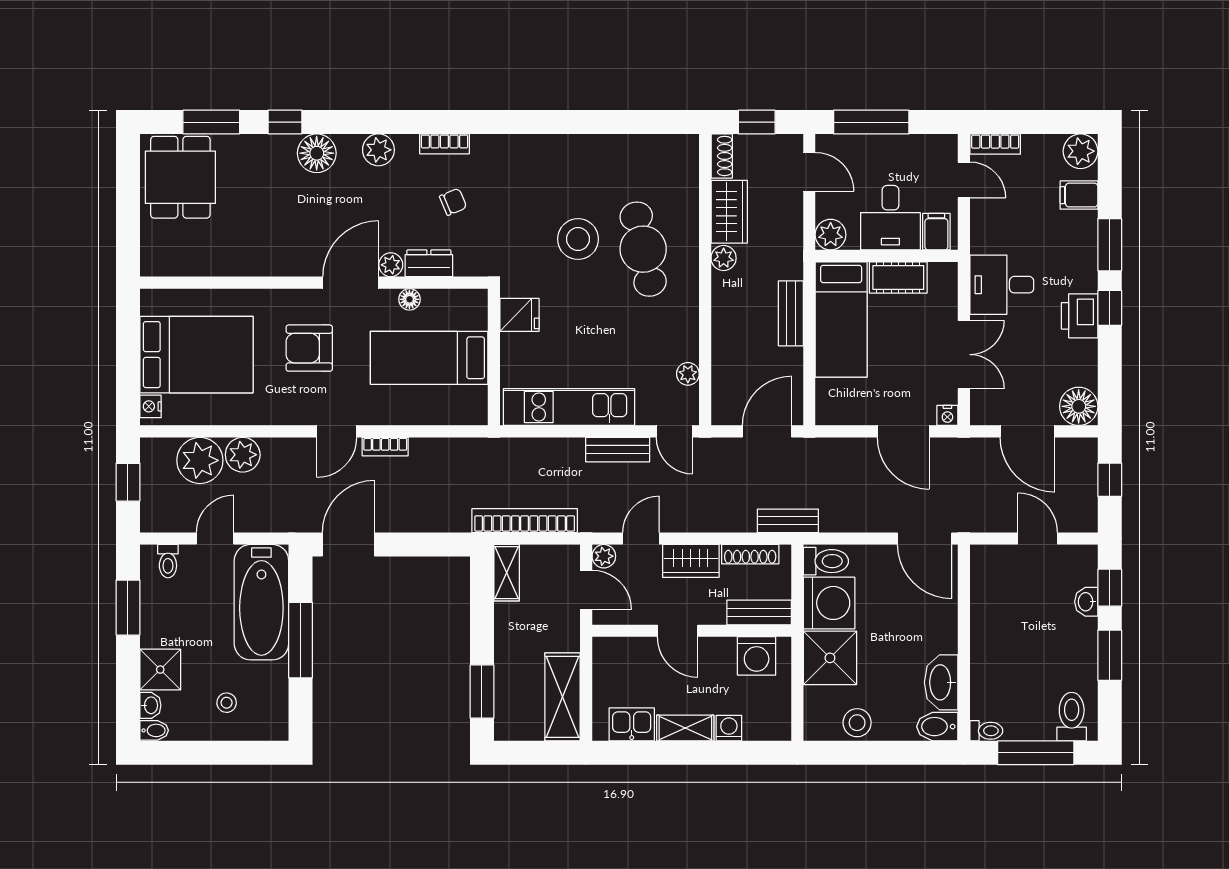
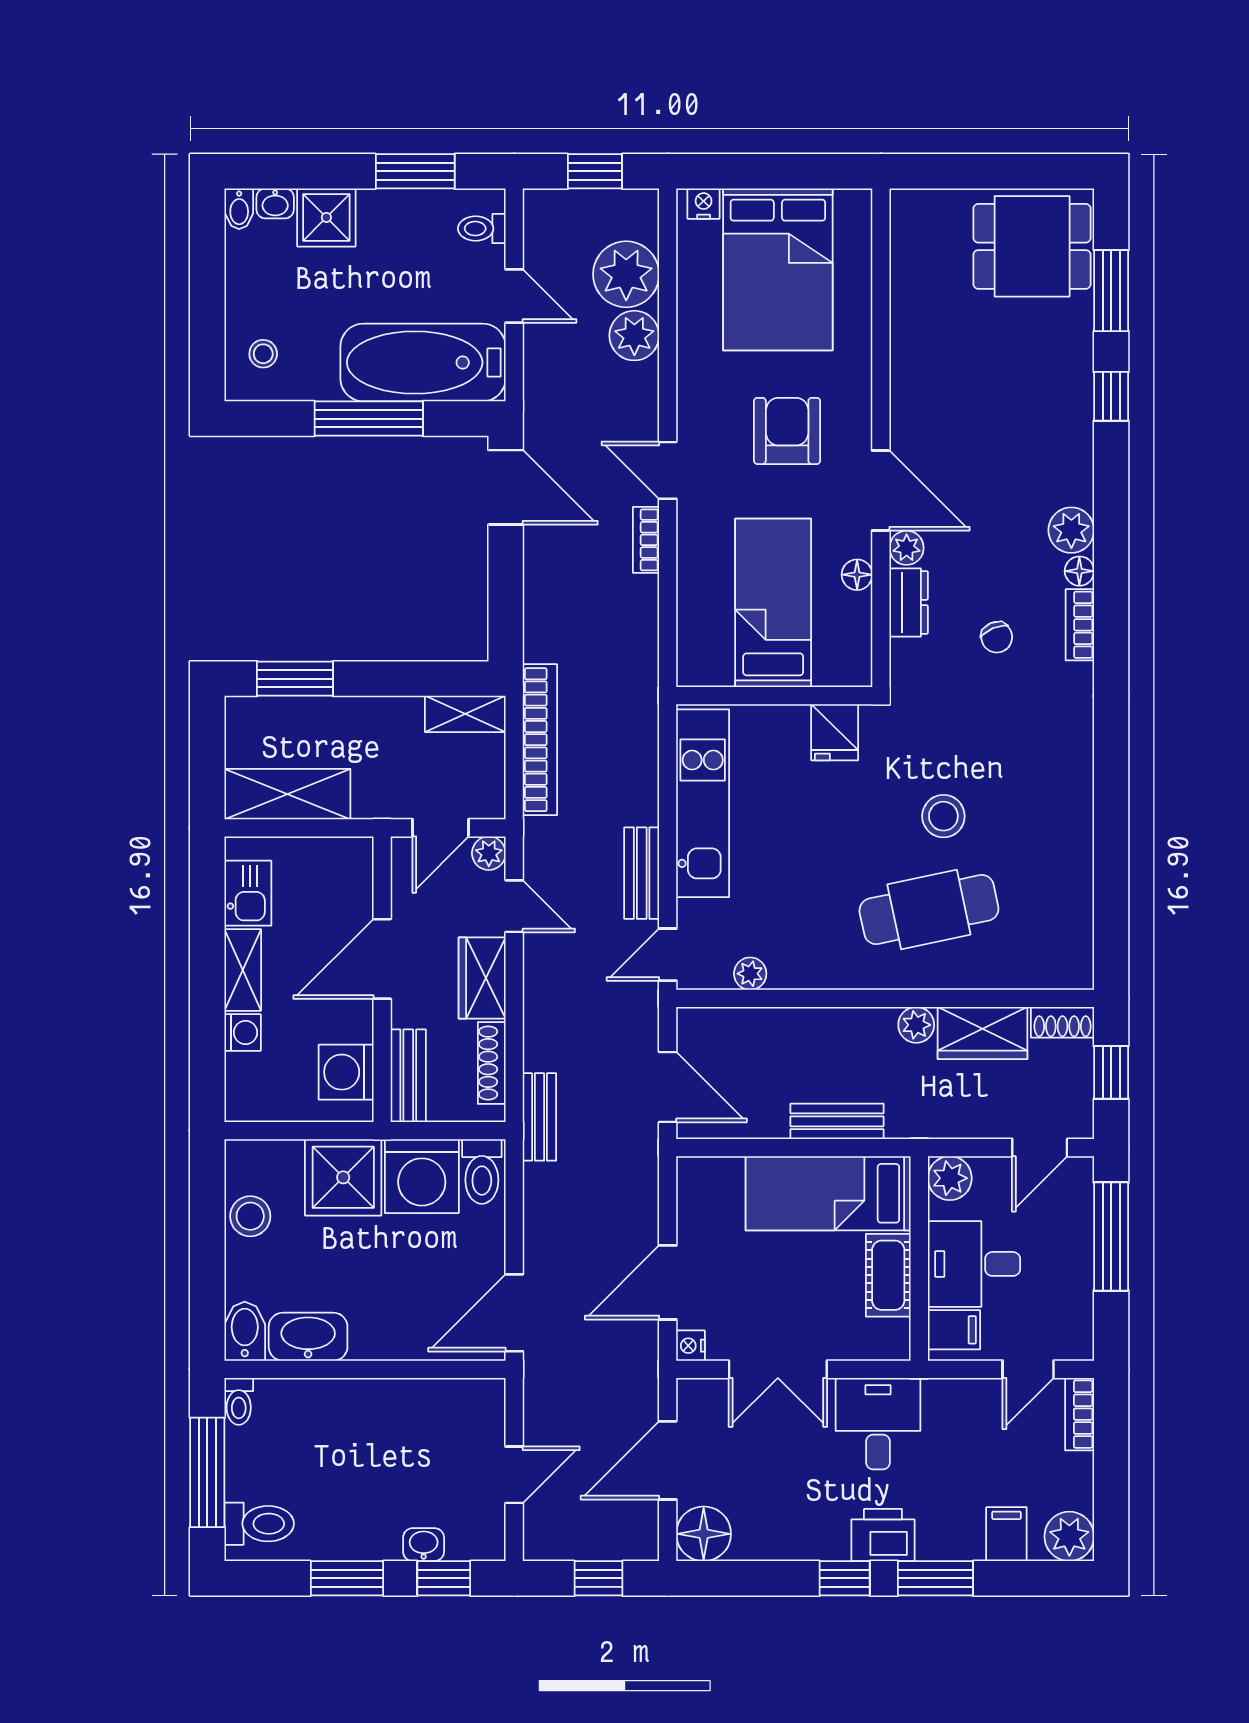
floor lamp: (317, 153) -> (1079, 571), moved, width x0.53, depth x0.53
stool: (578, 239) -> (943, 816), width x0.73, depth x0.73
printer: (1080, 316) -> (883, 1535), moved
door: (678, 631) -> (382, 959), width x1.38
stool: (227, 703) -> (263, 354), moved

